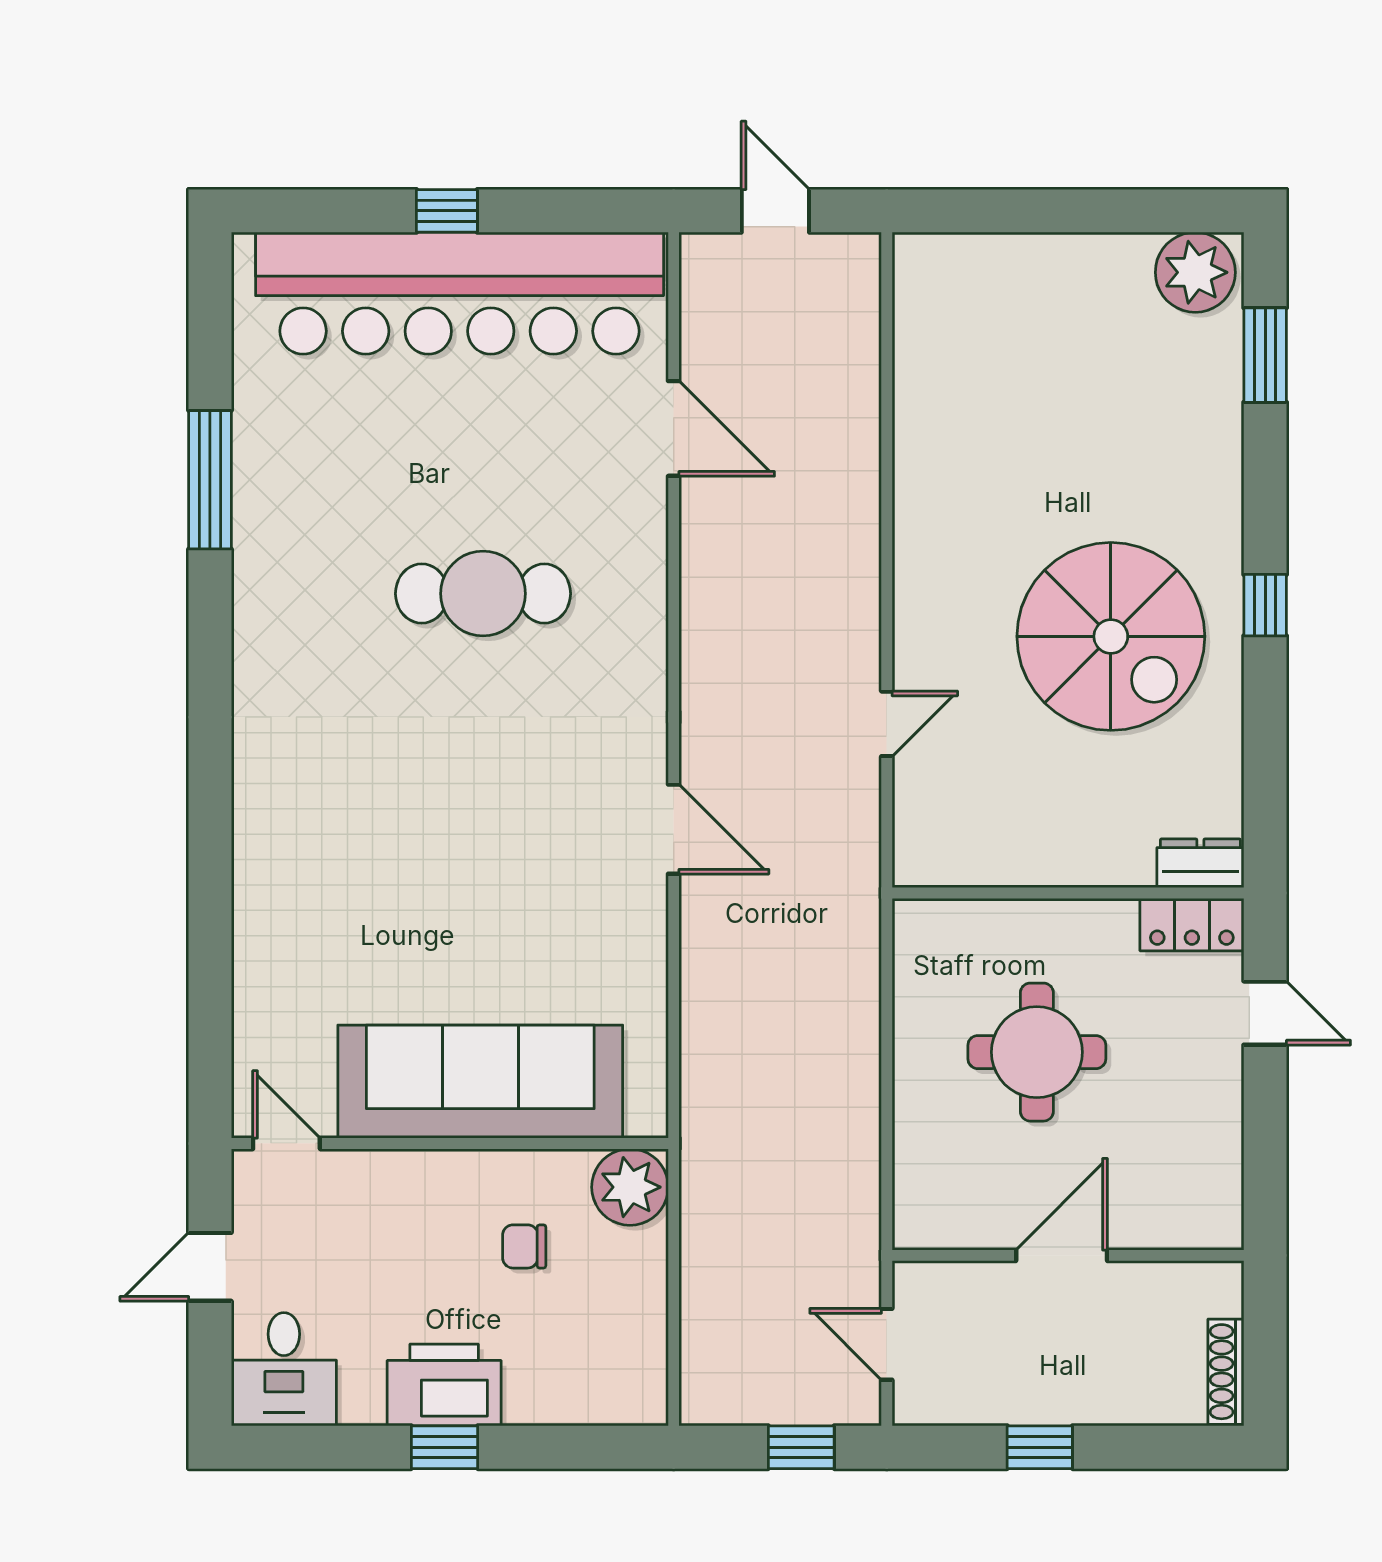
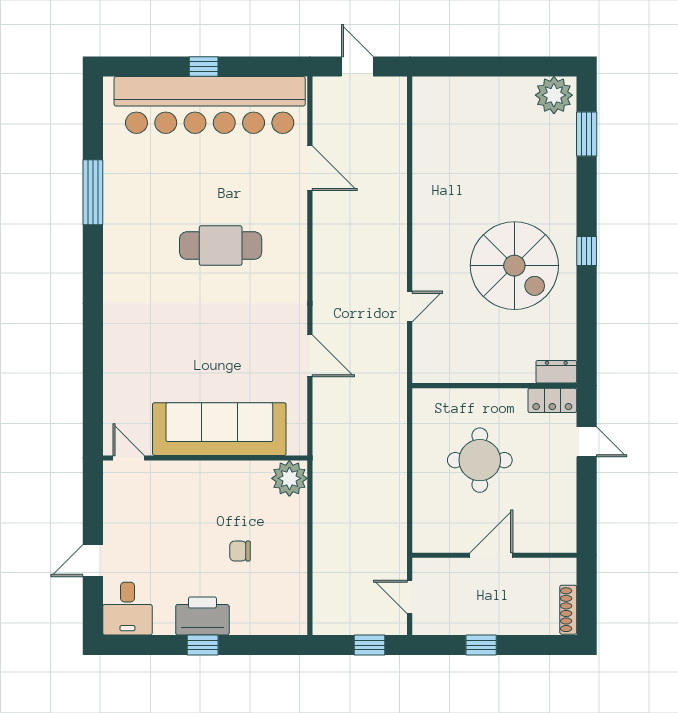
sofa: (480, 1082) -> (219, 429), moved
door: (286, 1143) -> (129, 458), moved
wall: (450, 1143) -> (205, 458), moved
plant: (630, 1187) -> (289, 478), moved

